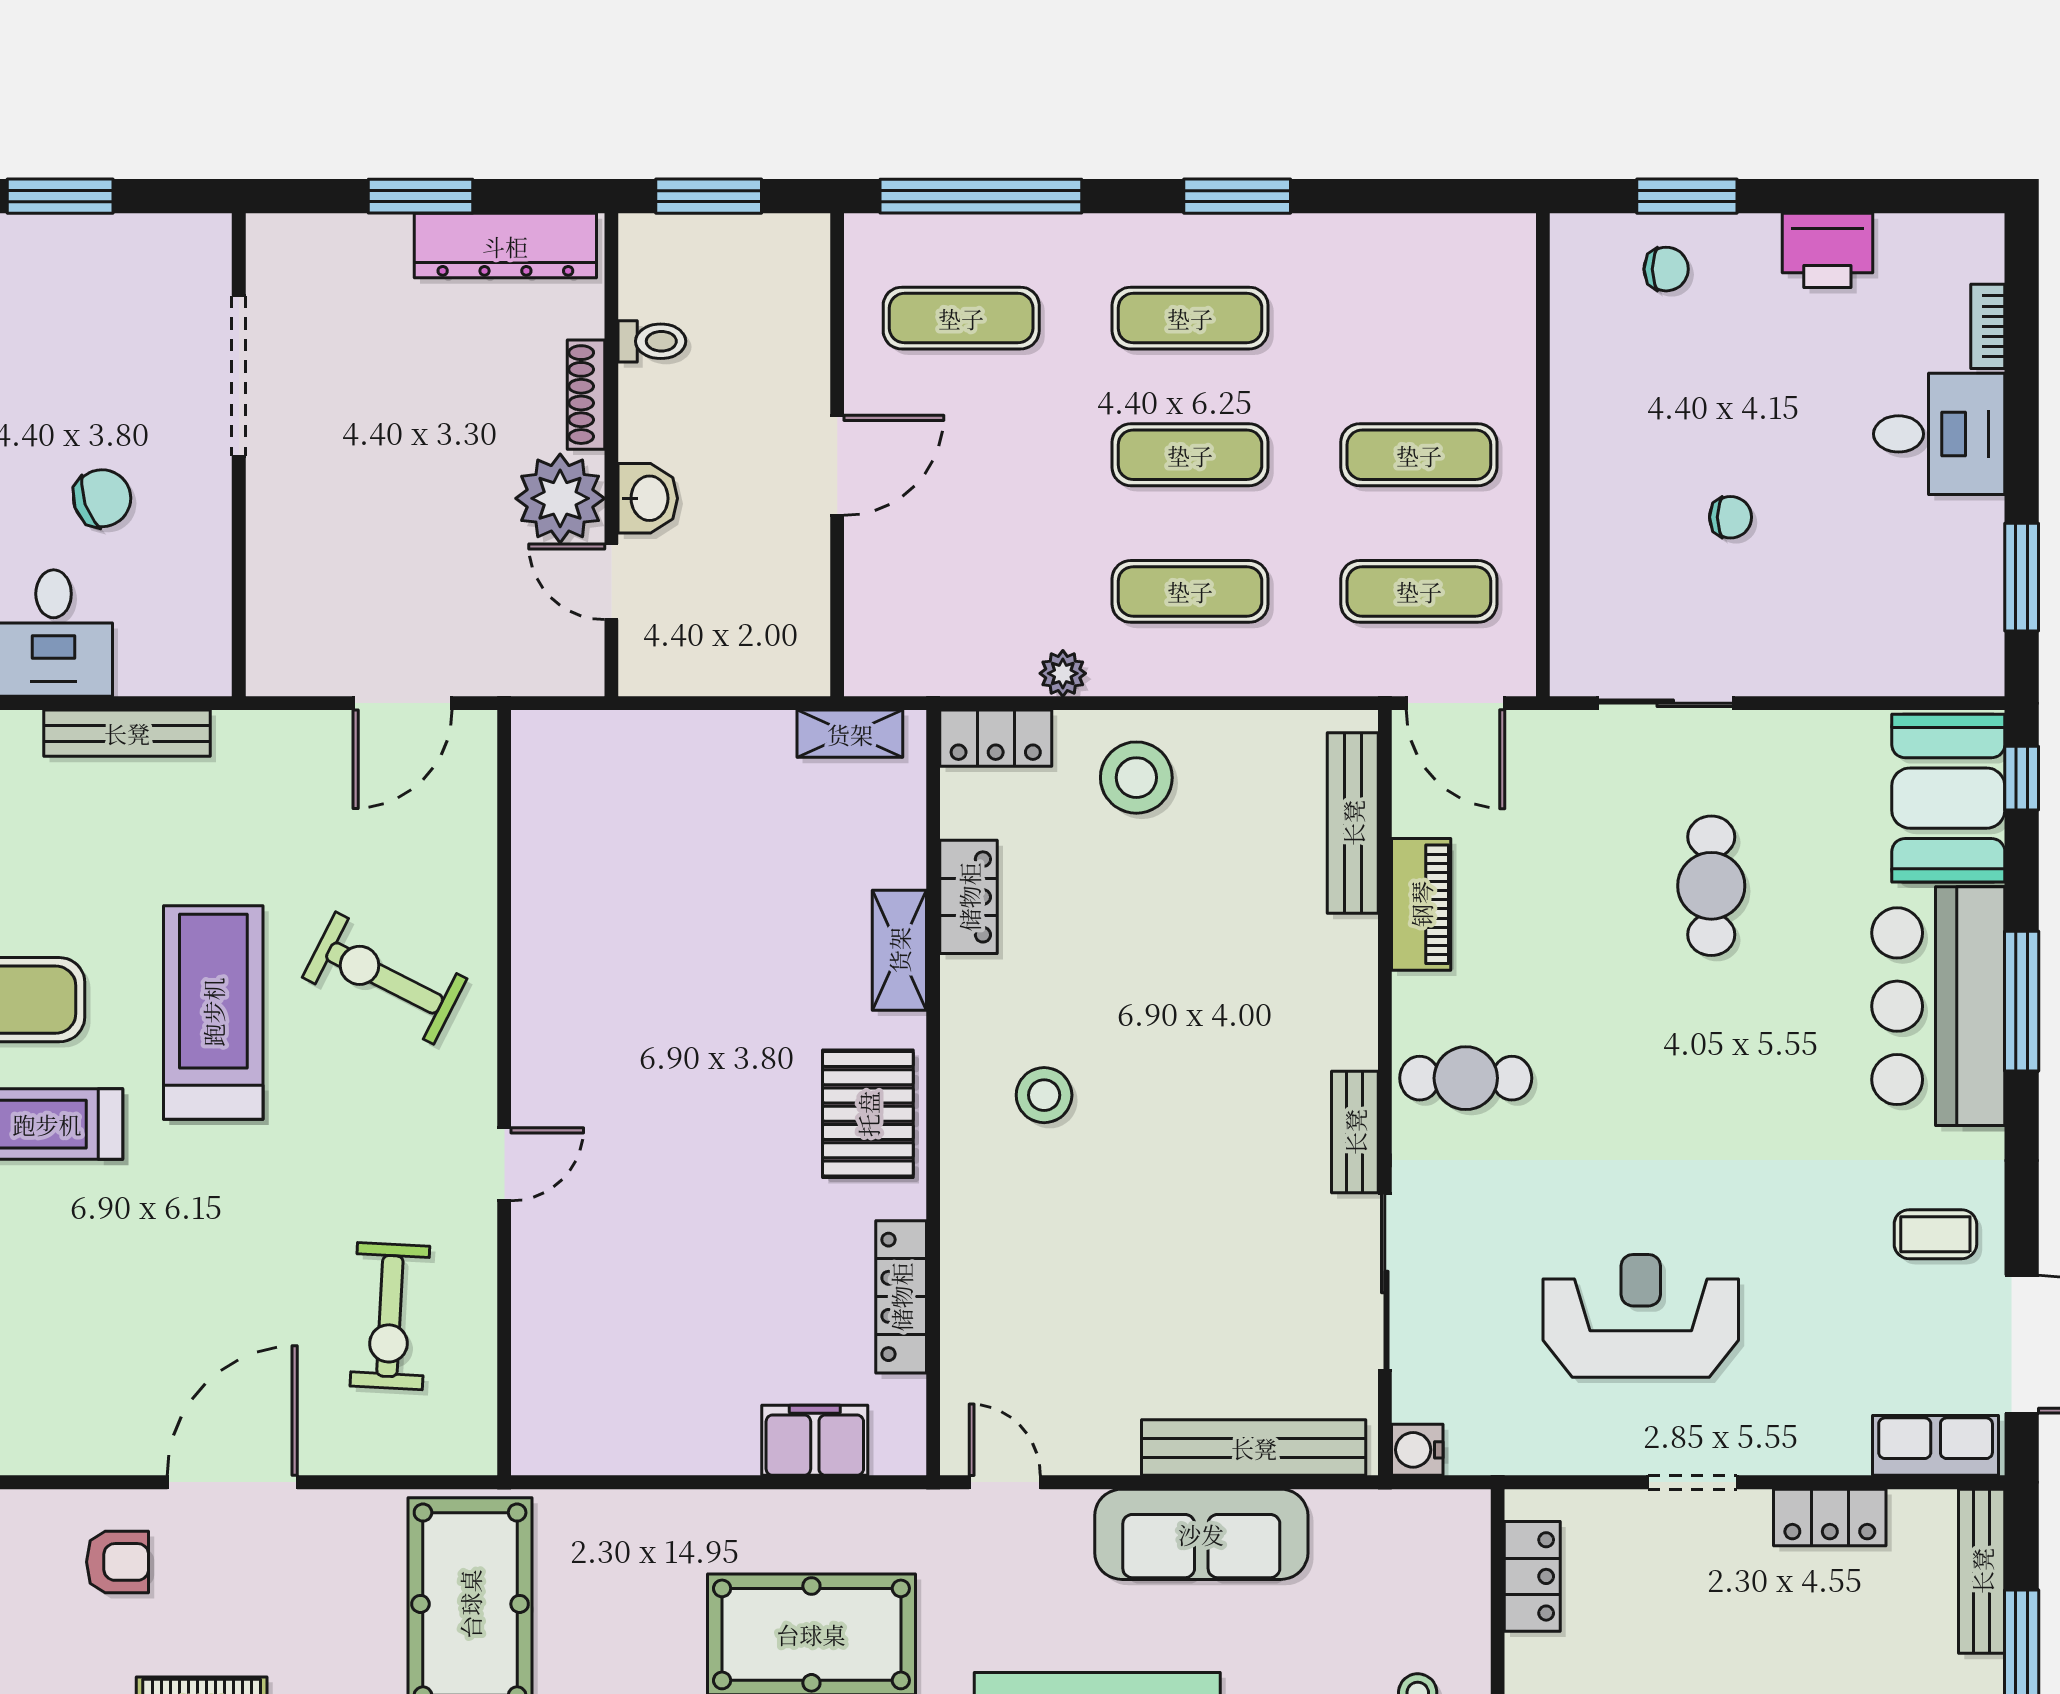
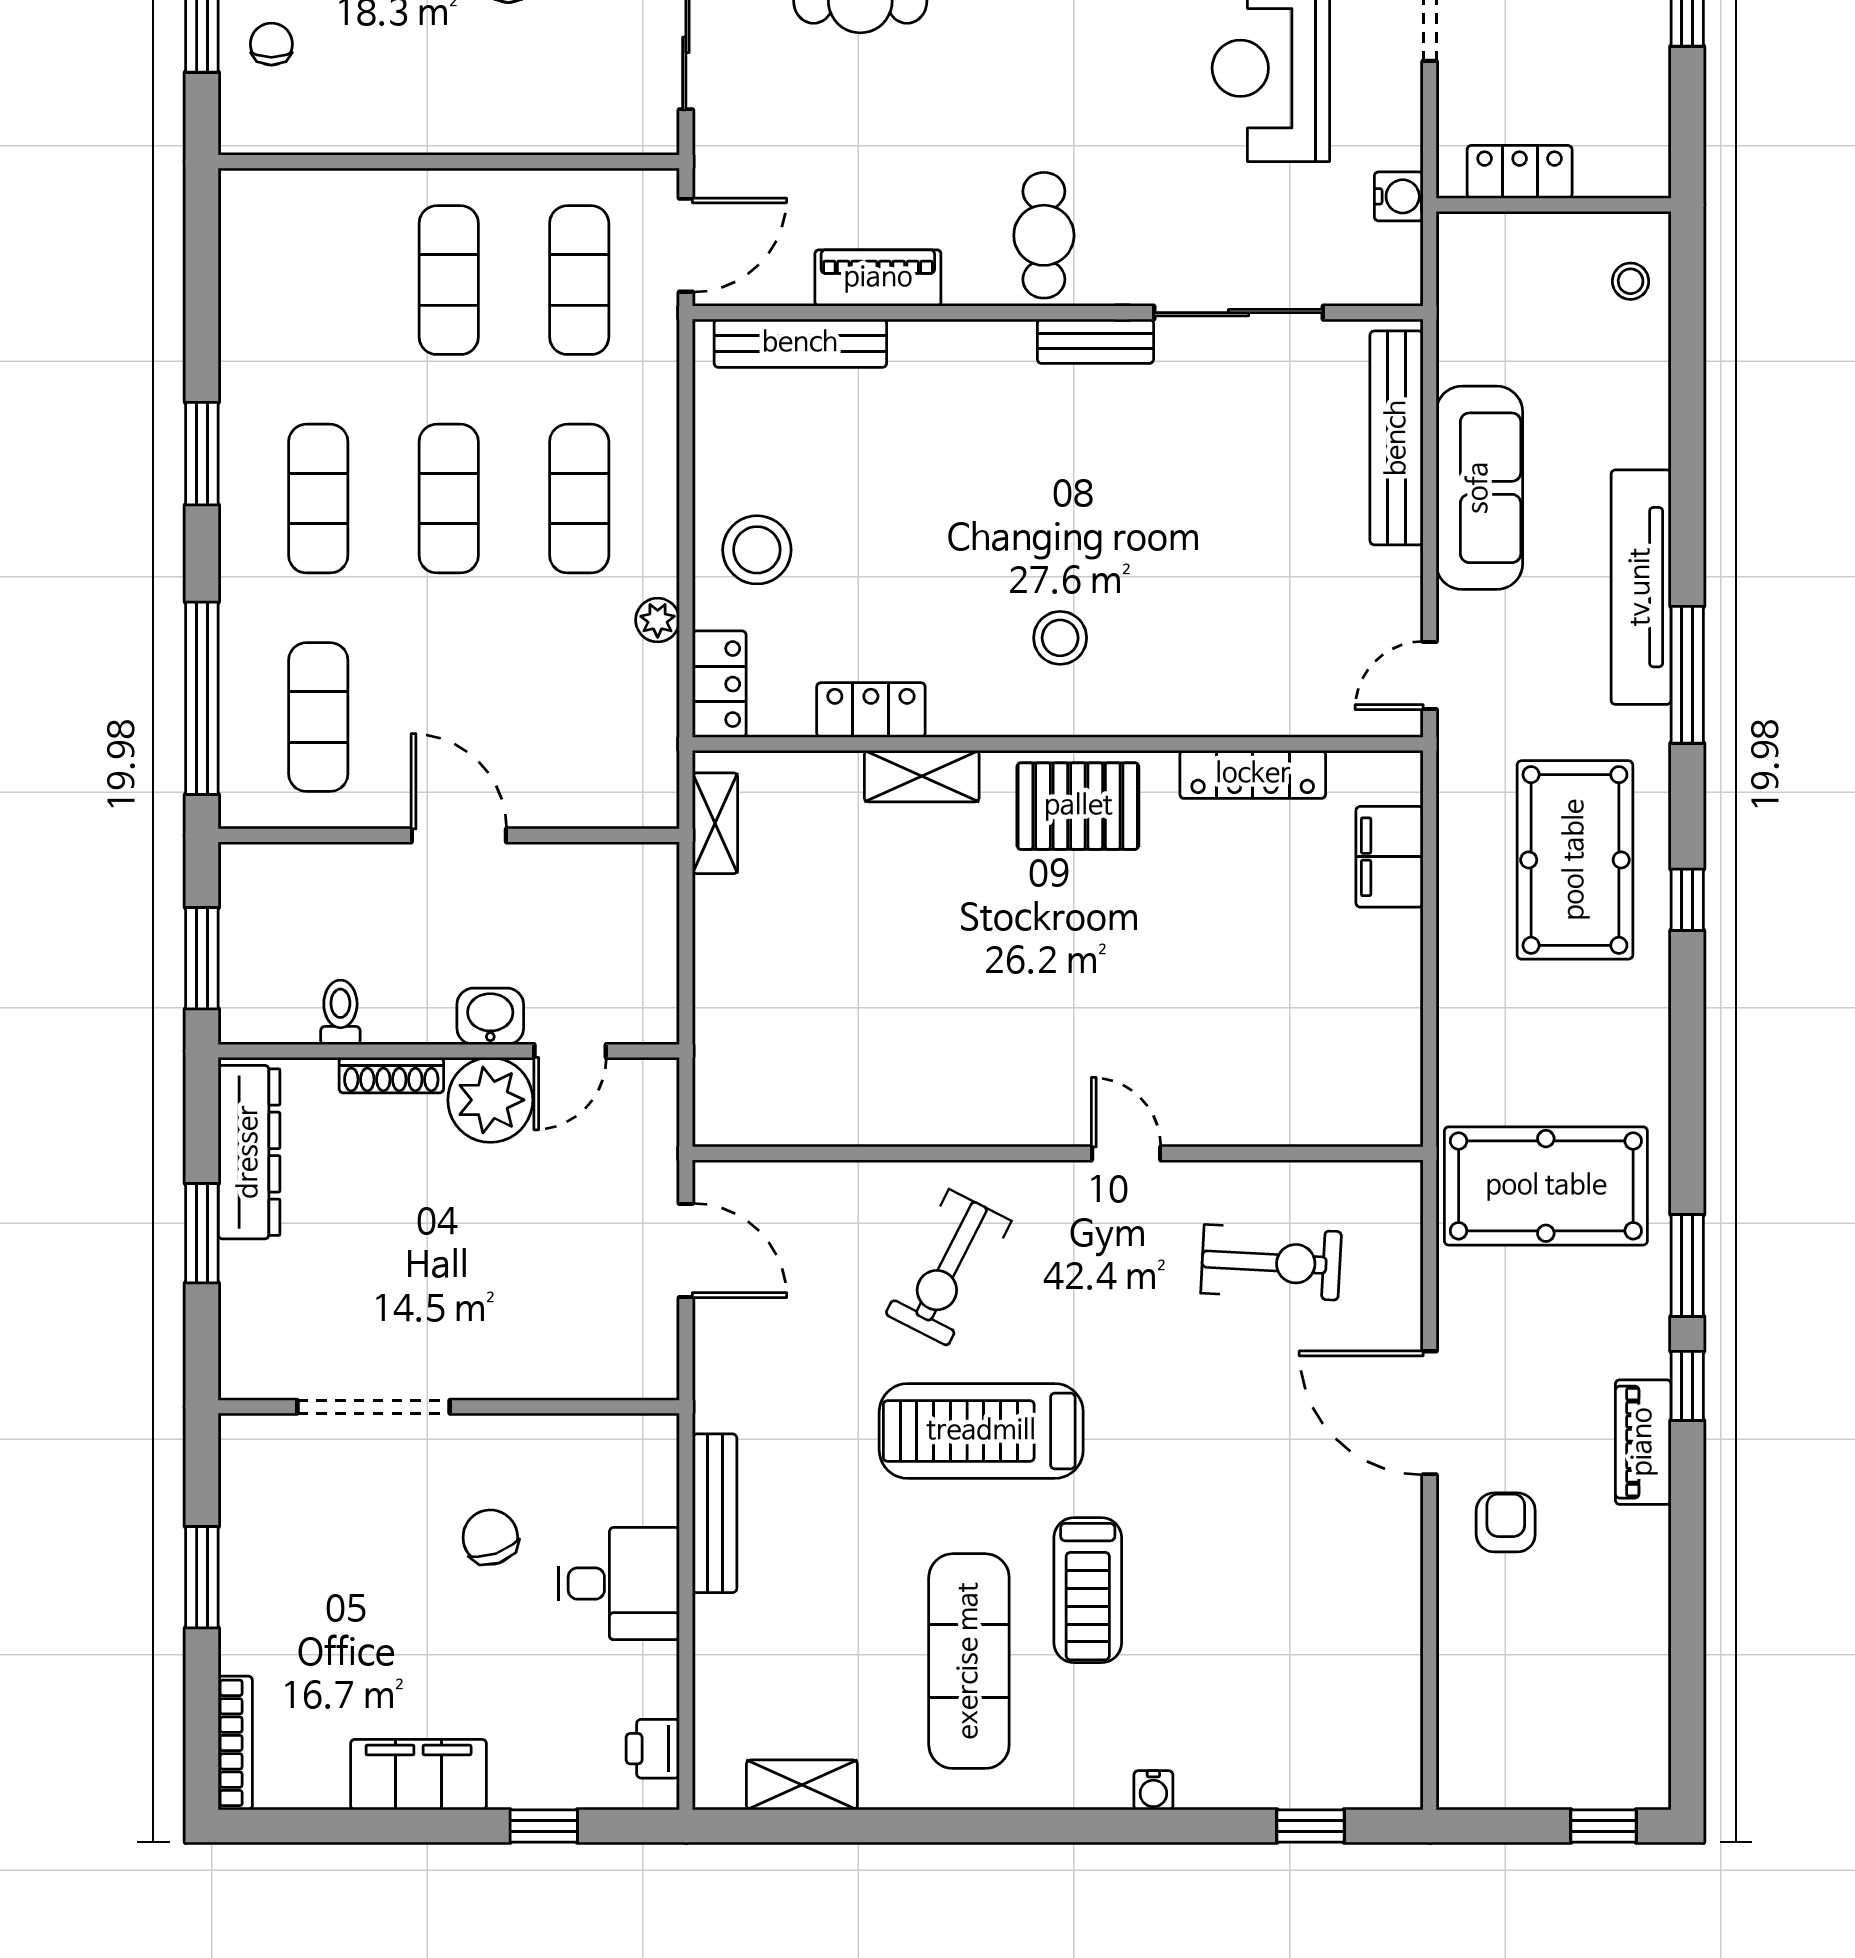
water cooler: (1417, 1450) -> (1399, 196), moved, turned -90

